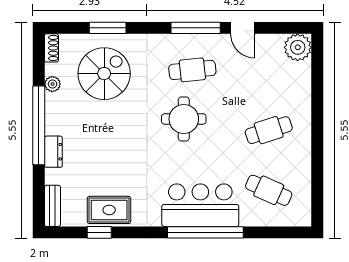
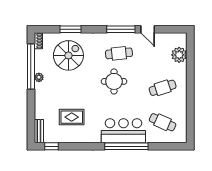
plant: (298, 47) -> (179, 55), moved
plant: (52, 84) -> (39, 77), moved
window: (39, 125) -> (31, 66), moved
dresser: (53, 152) -> (39, 100), removed
rug: (109, 210) -> (72, 117), moved
window: (99, 232) -> (51, 146), moved

